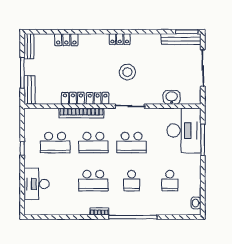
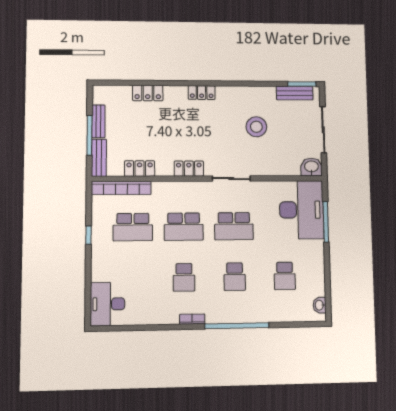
locker: (120, 39) -> (202, 93), moved
bench: (181, 39) -> (295, 93), width x0.73
bench: (29, 46) -> (98, 121), moved
stool: (127, 72) -> (256, 127), moved
washbasin: (172, 97) -> (311, 167), moved
locker: (73, 98) -> (140, 169), moved
bookcase: (81, 113) -> (121, 188), moved
school desk: (93, 181) -> (184, 277), width x0.54
desk: (37, 184) -> (108, 304), moved

